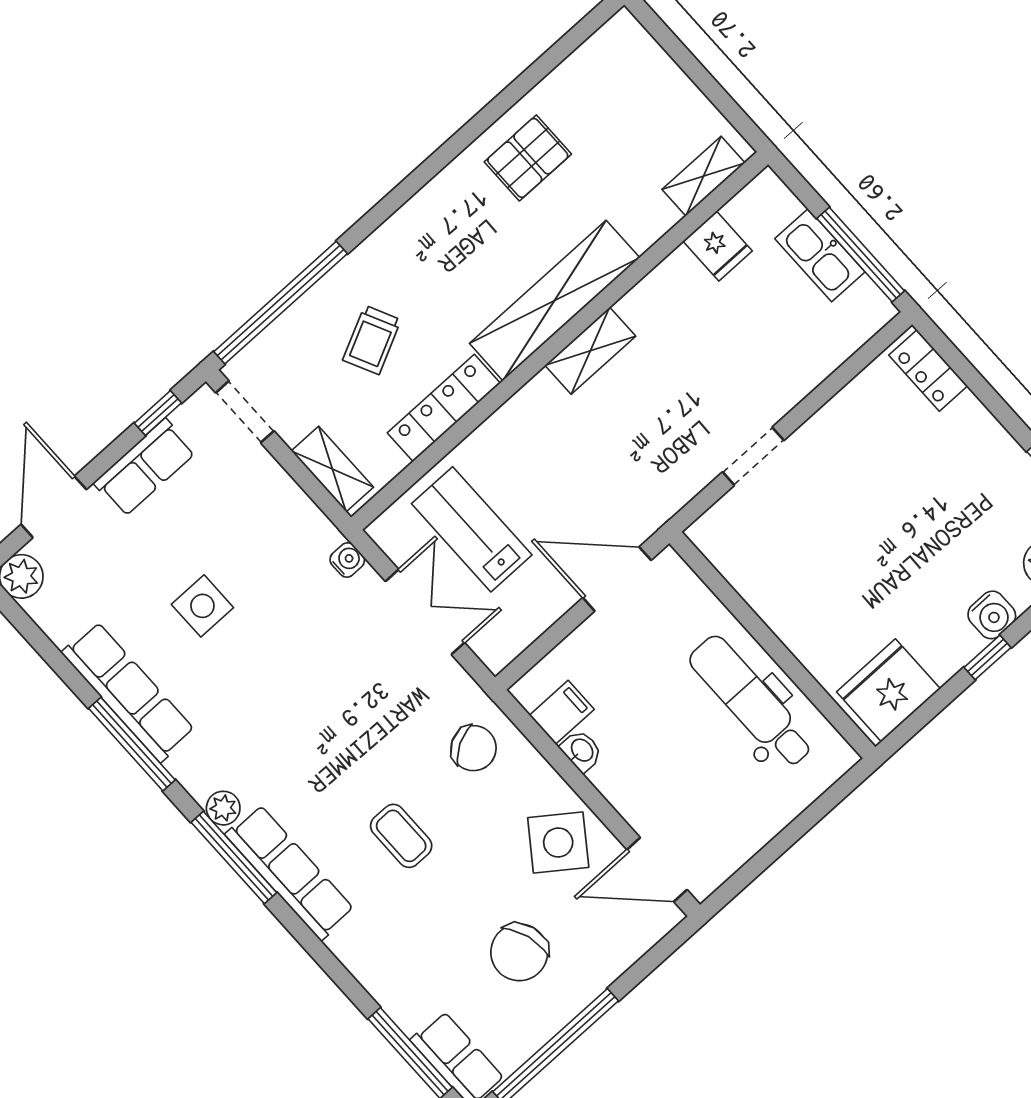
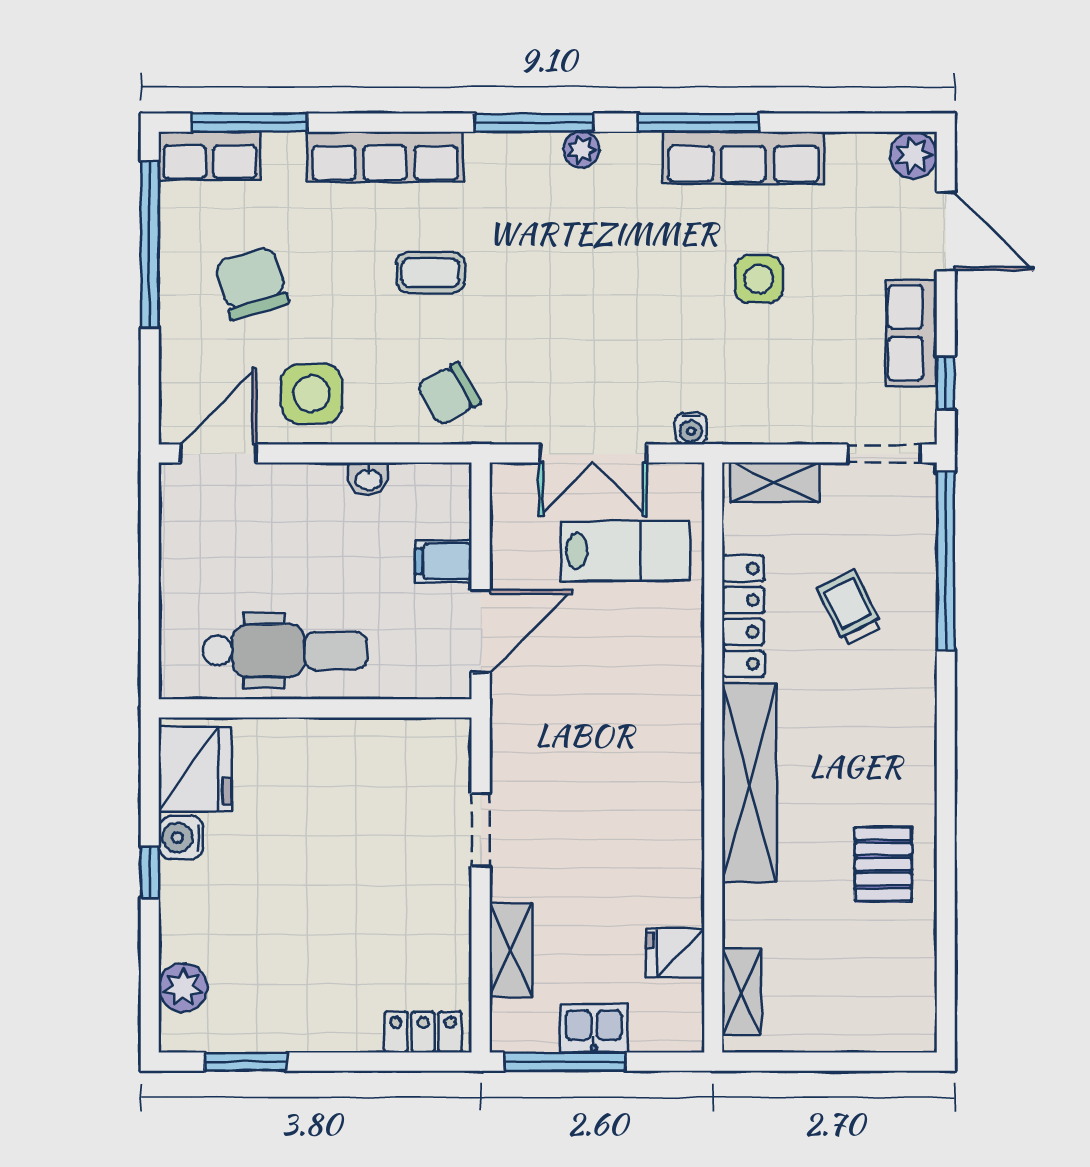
kitchen sink: (820, 255) -> (594, 1028), width x0.73
shelving: (590, 351) -> (511, 950), moved
water cooler: (992, 615) -> (181, 837), moved
filing cabinet: (562, 712) -> (443, 561), moved, turned 90
side table: (558, 842) -> (312, 394), turned -36
row of seats: (290, 872) -> (385, 157), moved

